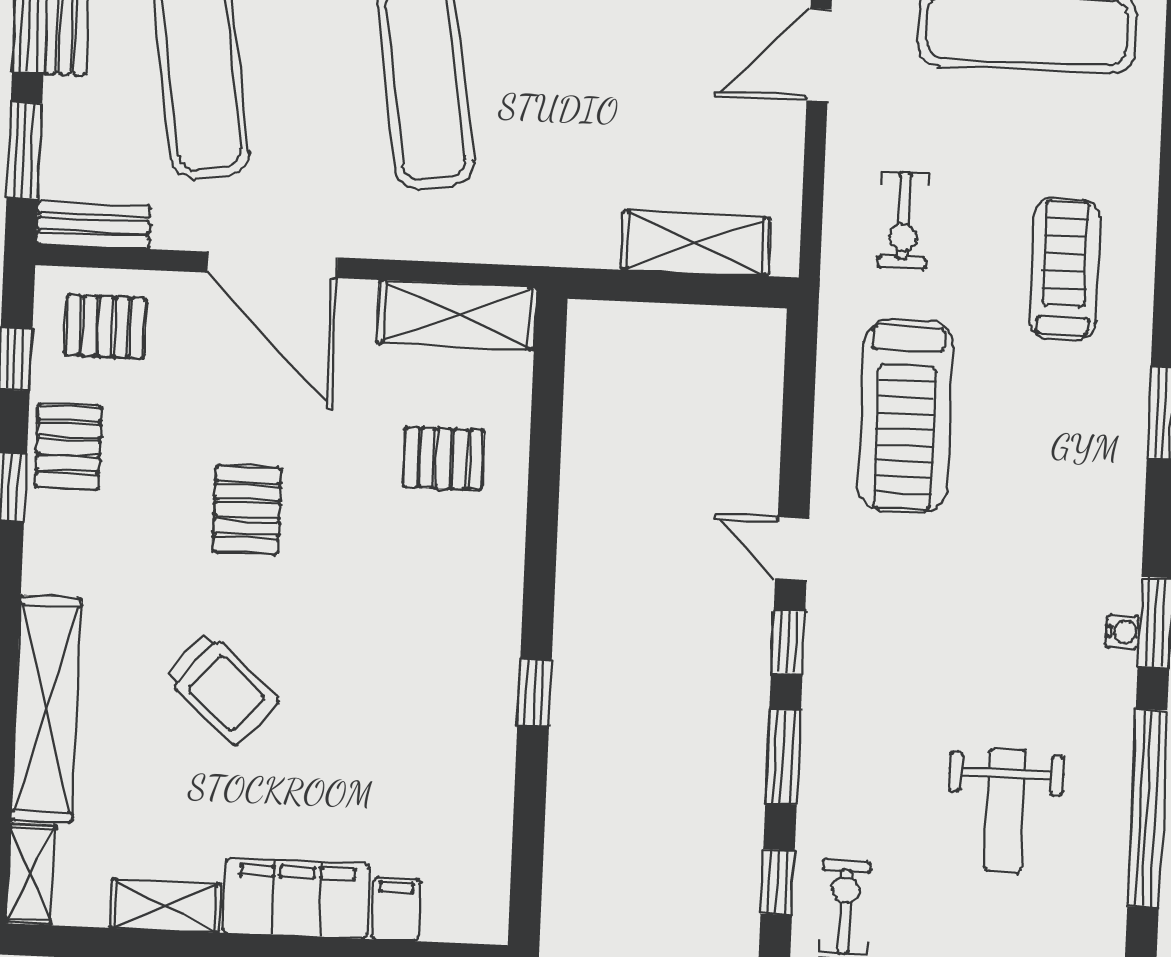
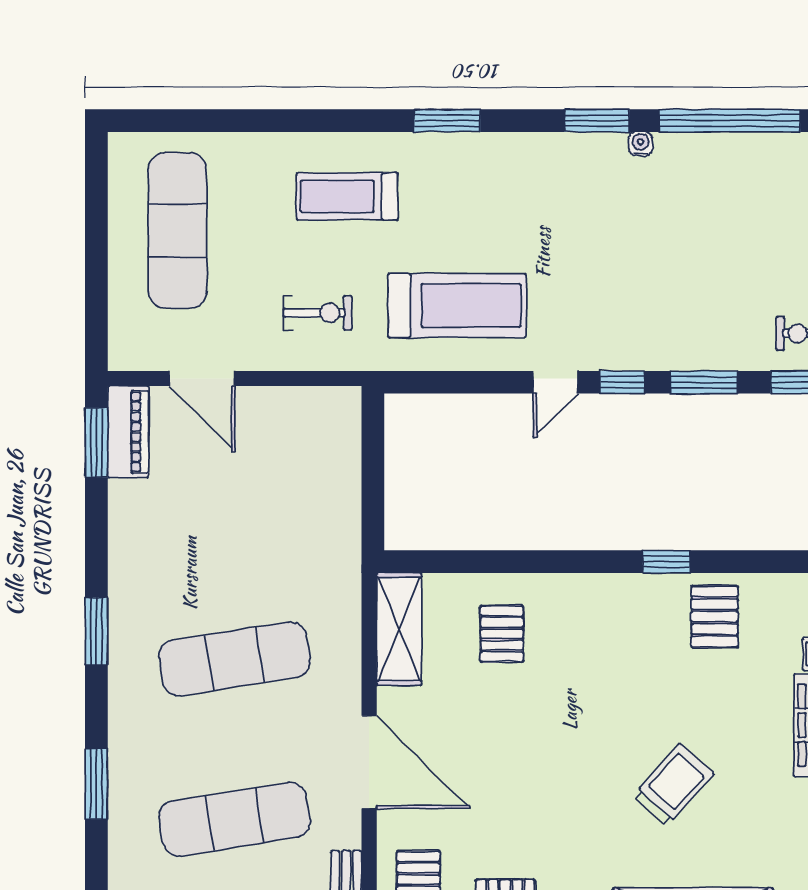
shelving: (695, 244) -> (341, 461), removed
door: (272, 265) -> (369, 762), hinge flipped
pallet: (247, 510) -> (715, 617), moved, turned 90
water cooler: (1123, 632) -> (641, 144), moved
weight bench: (1005, 811) -> (736, 222), removed

